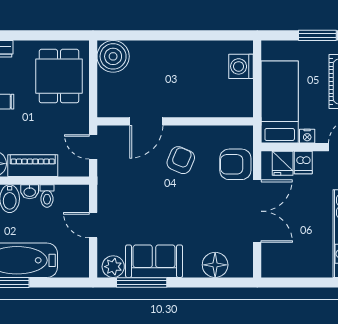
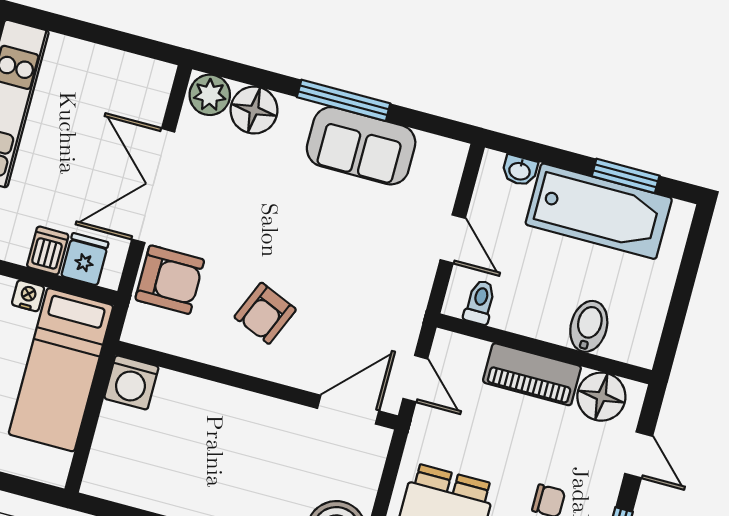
washing machine: (241, 66) -> (131, 382), moved, turned 90
door: (146, 121) -> (348, 410), moved
washbasin: (30, 192) -> (520, 170), moved, turned 180
toilet: (47, 196) -> (480, 302), moved
plant: (113, 267) -> (210, 95), moved
window: (142, 283) -> (344, 100), moved

